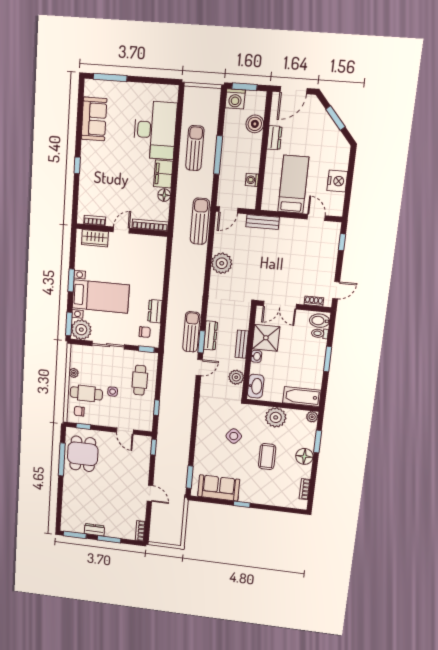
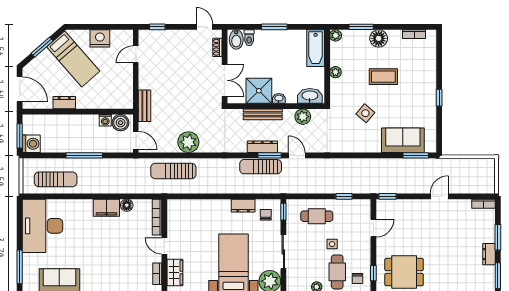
boiler: (255, 124) -> (121, 123), moved
desk: (155, 130) -> (42, 226), moved, turned -90
sun lounger: (195, 148) -> (56, 179), moved, turned 180
bed: (293, 184) -> (73, 59), moved, turned -131
sun lounger: (200, 221) -> (173, 171), moved
bench: (242, 344) -> (263, 114), width x1.36
plant: (276, 417) -> (335, 72), width x0.53, depth x0.53
sofa: (219, 488) -> (403, 140), moved, turned 90

